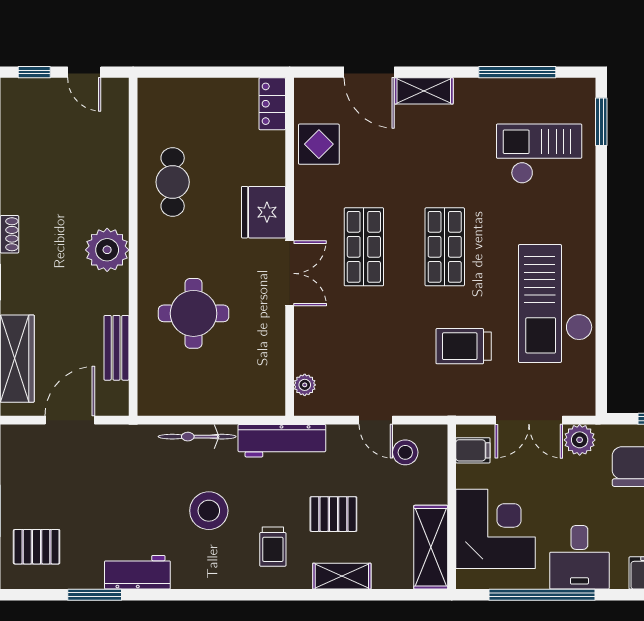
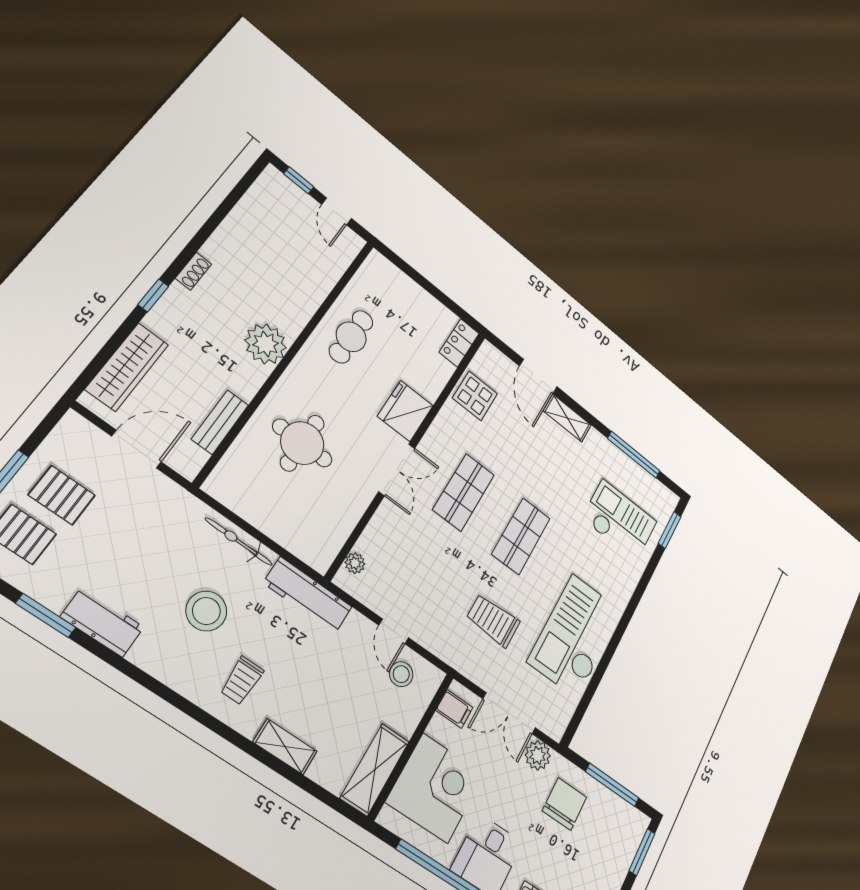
pallet: (333, 514) -> (62, 495), moved

